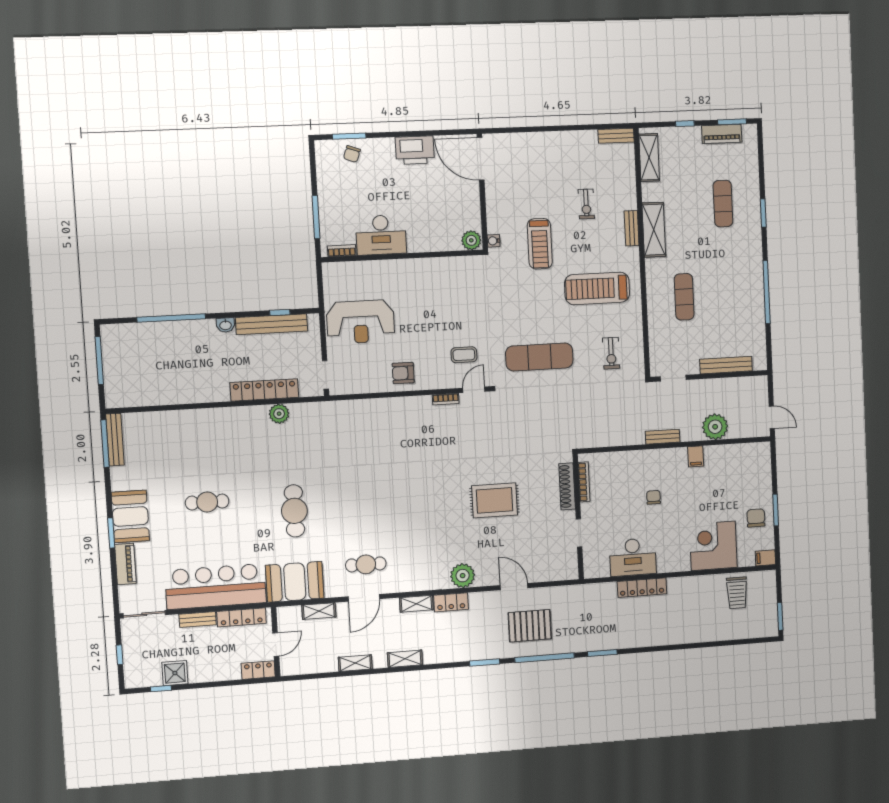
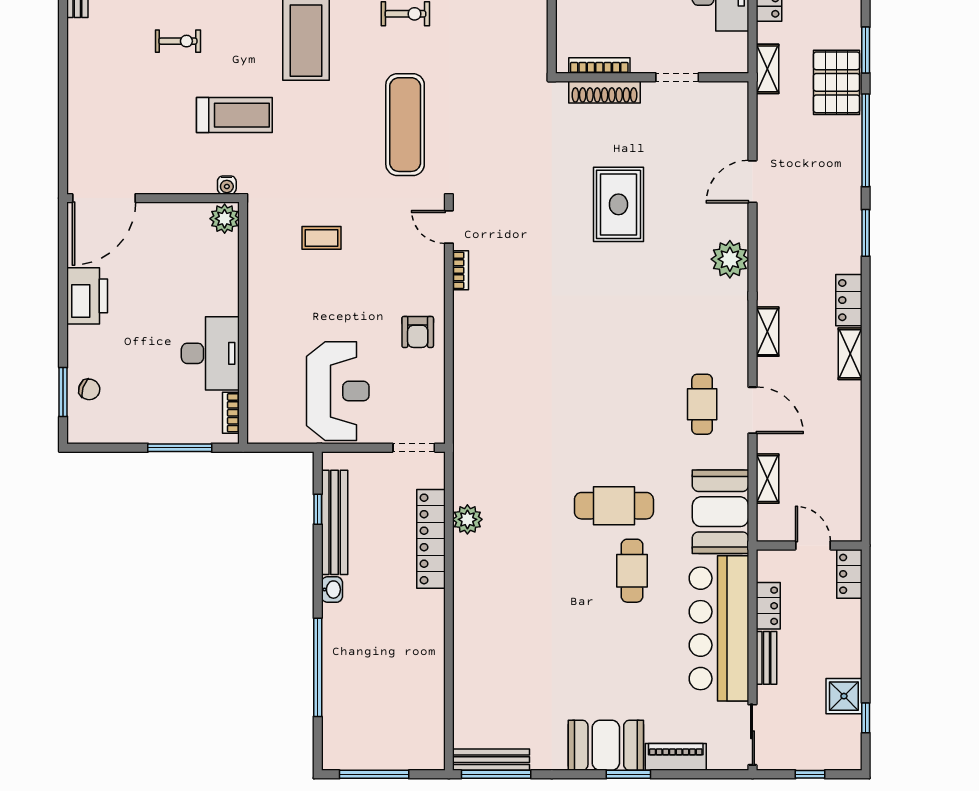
coffee table: (464, 355) -> (321, 238), moved, turned 90
cafe table: (207, 502) -> (632, 571), moved
locker: (451, 602) -> (849, 300), moved, turned 180
locker: (242, 617) -> (768, 606), width x0.66
pallet: (530, 626) -> (837, 82), moved
shelving: (355, 663) -> (767, 69), moved

